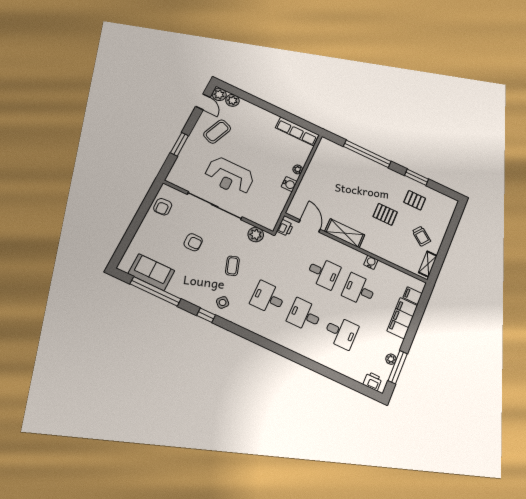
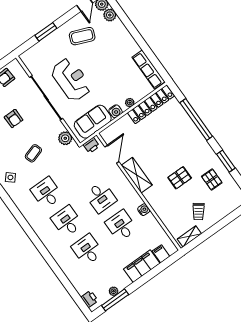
locker: (318, 161) -> (151, 104), added
reception desk: (229, 176) -> (71, 80), turned 180
sofa: (273, 205) -> (93, 122), added
pallet: (385, 214) -> (180, 178), turned 90
desk: (341, 332) -> (87, 250), turned 180

